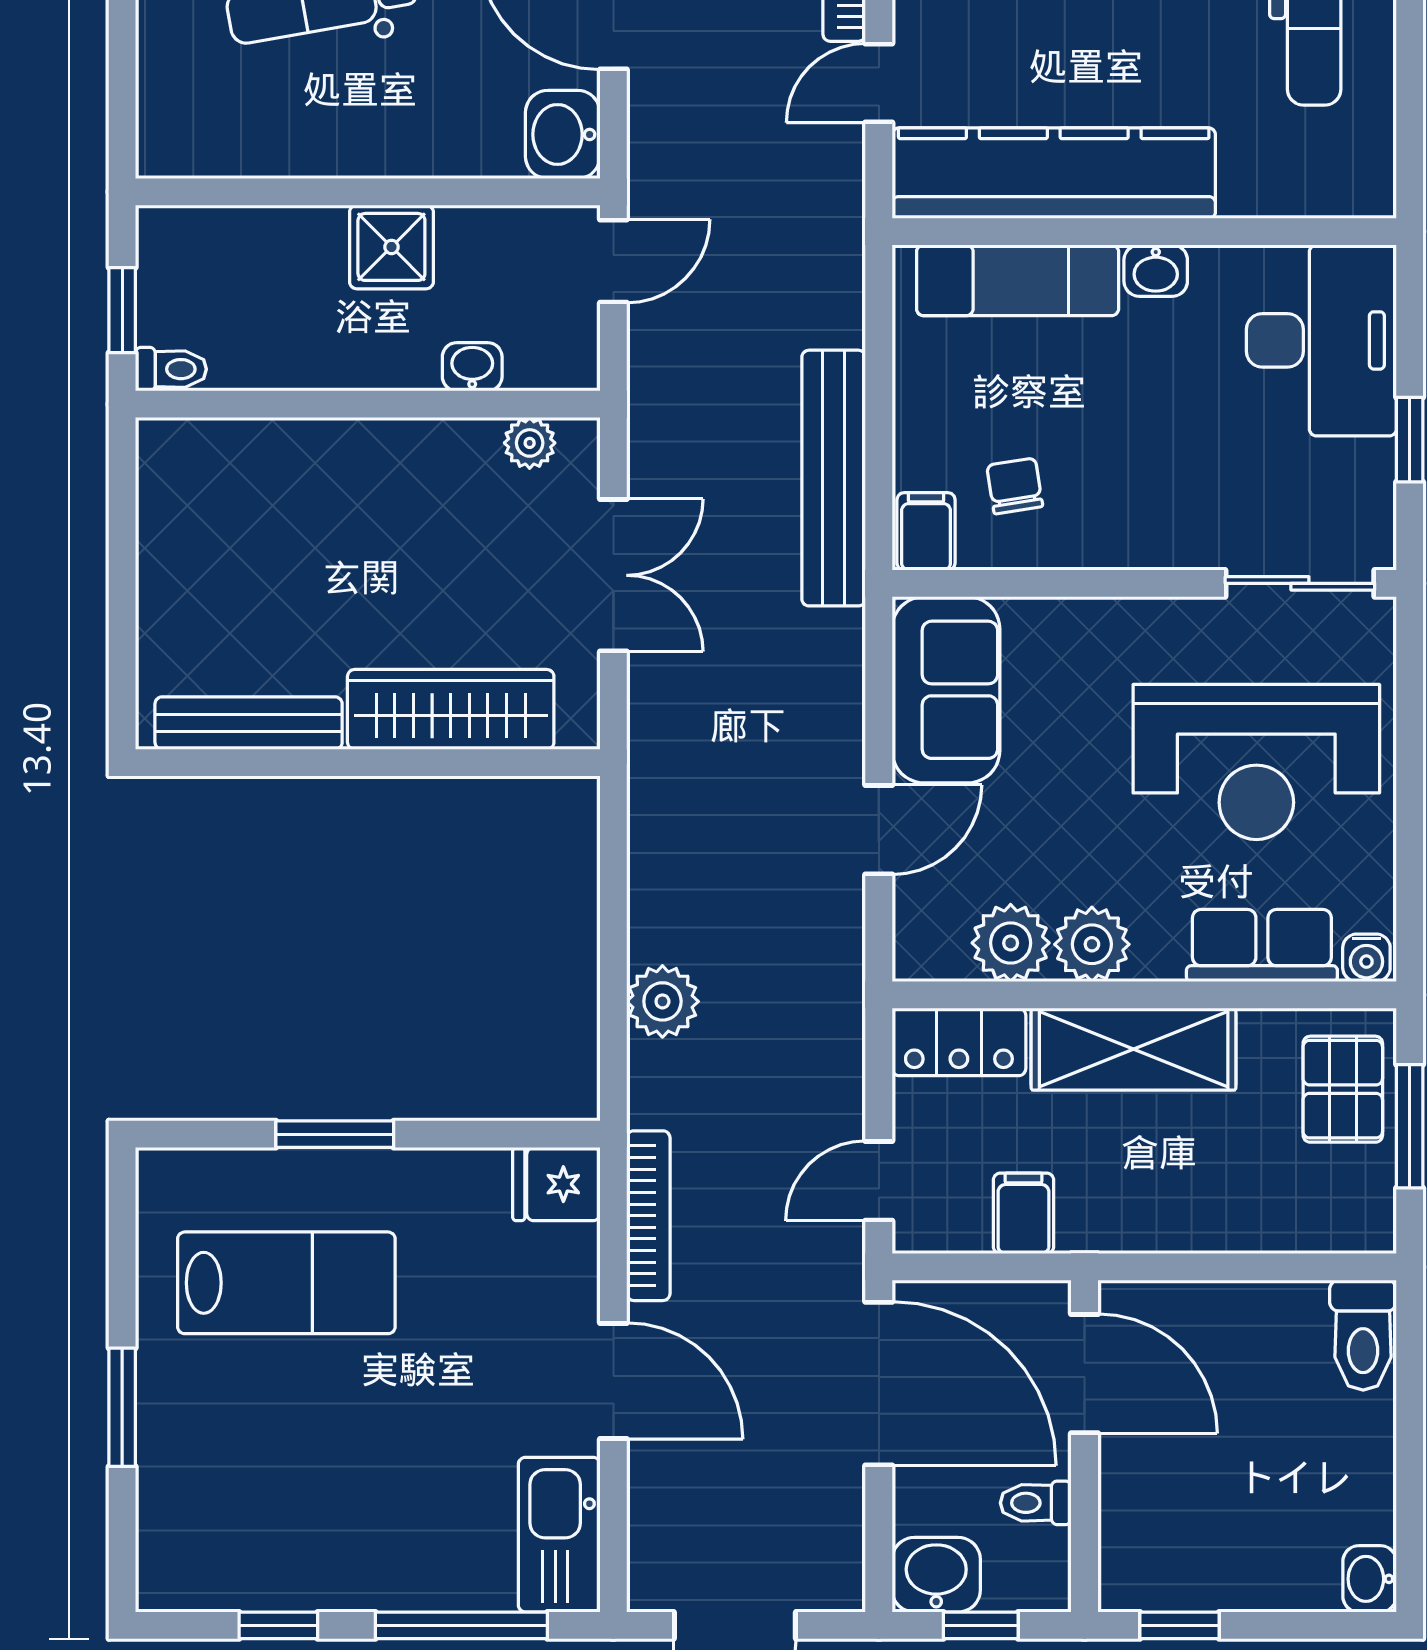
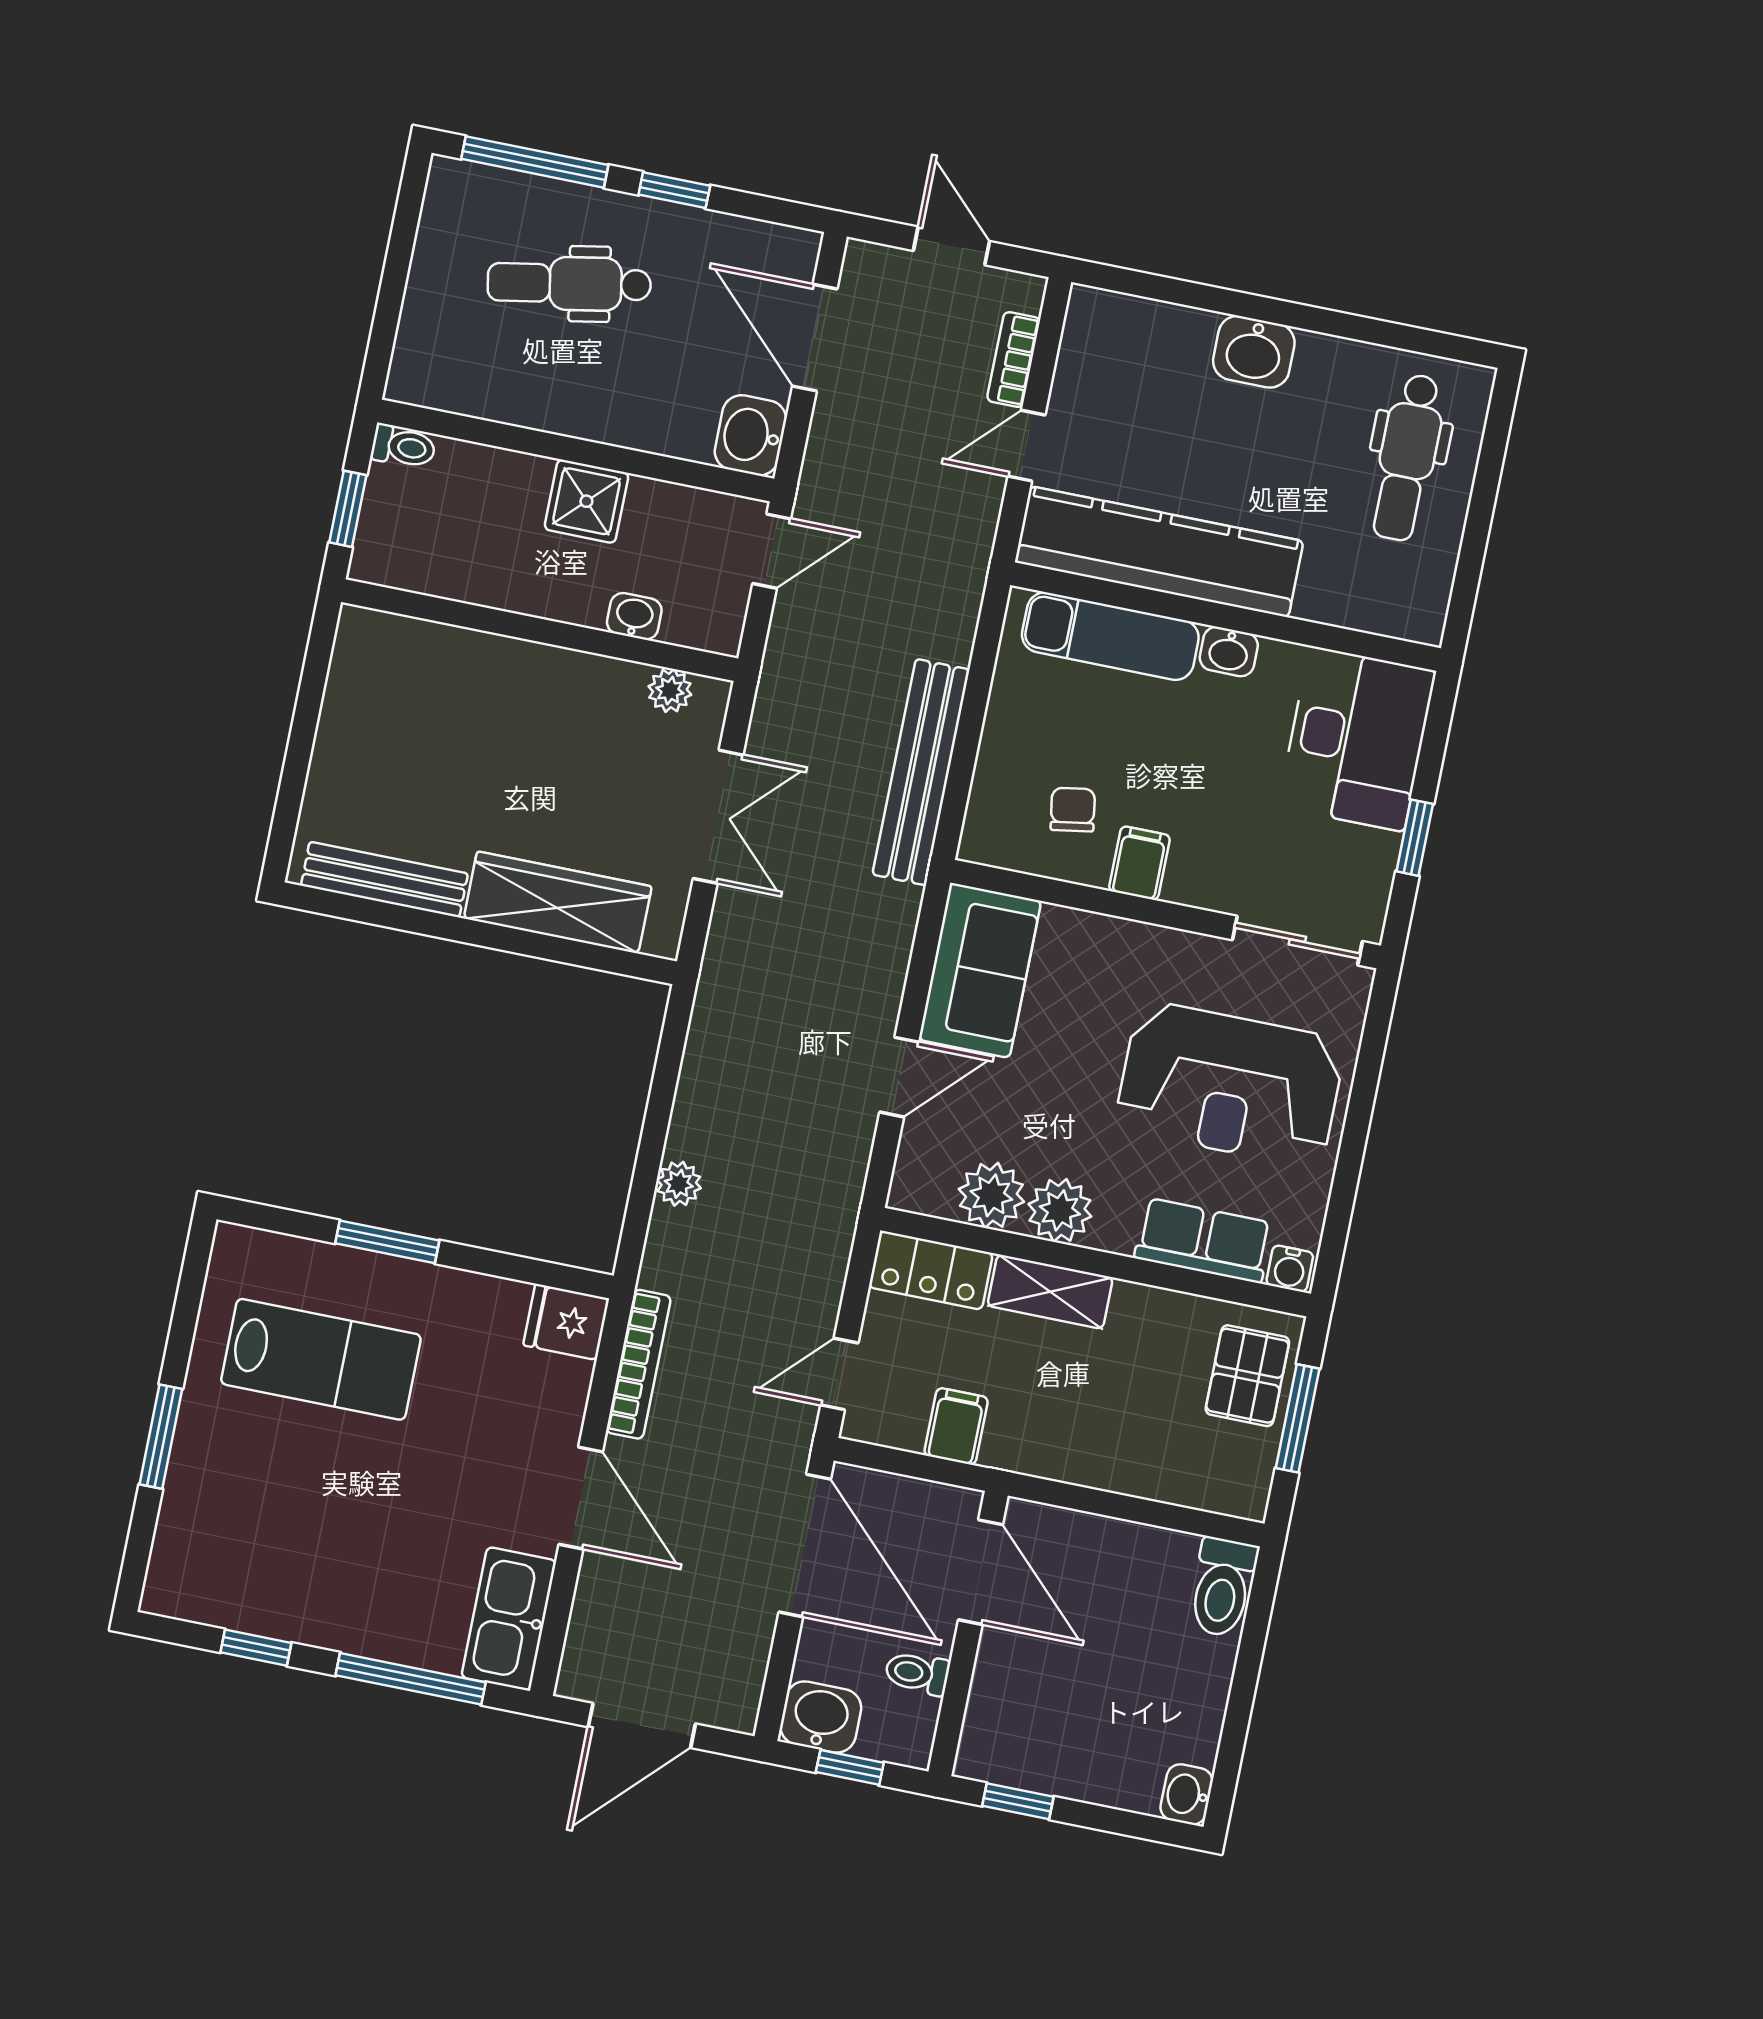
toilet: (171, 369) -> (403, 447), moved
filing cabinet: (926, 531) -> (1139, 863), moved
plant: (662, 1001) -> (679, 1184), width x0.73, depth x0.73
shelving: (1134, 1049) -> (1050, 1292), width x0.67, depth x0.75

